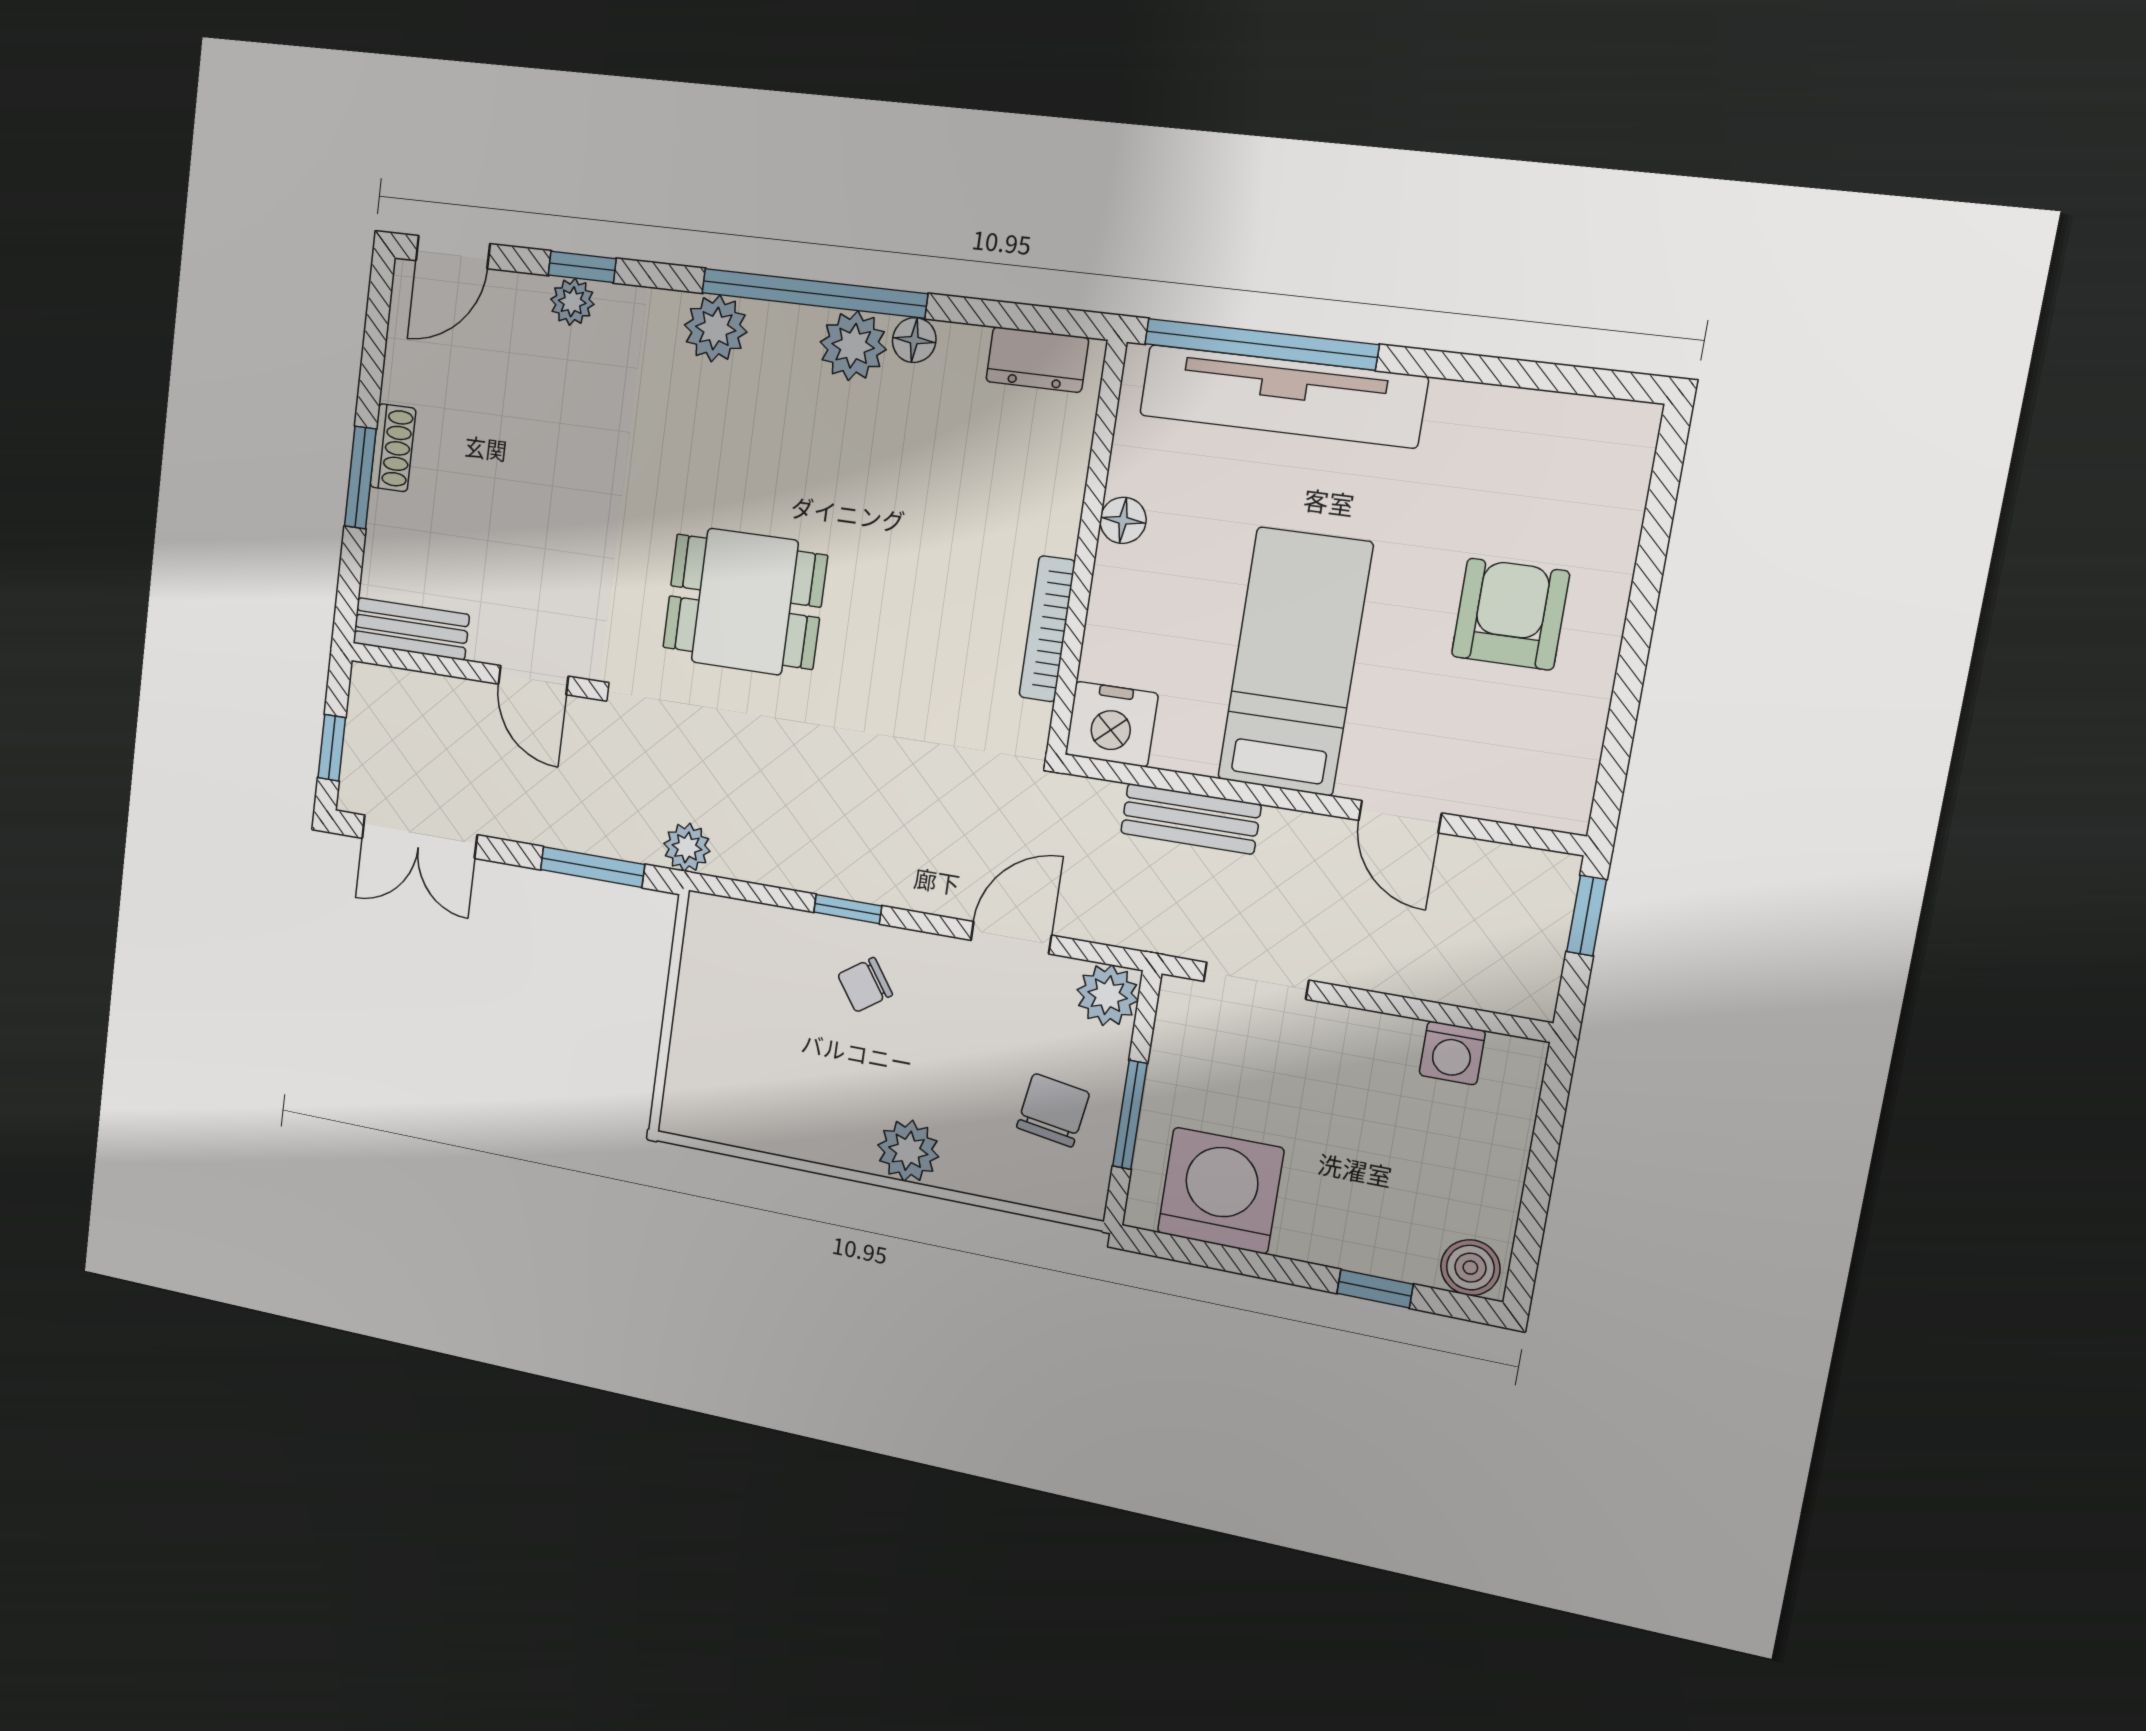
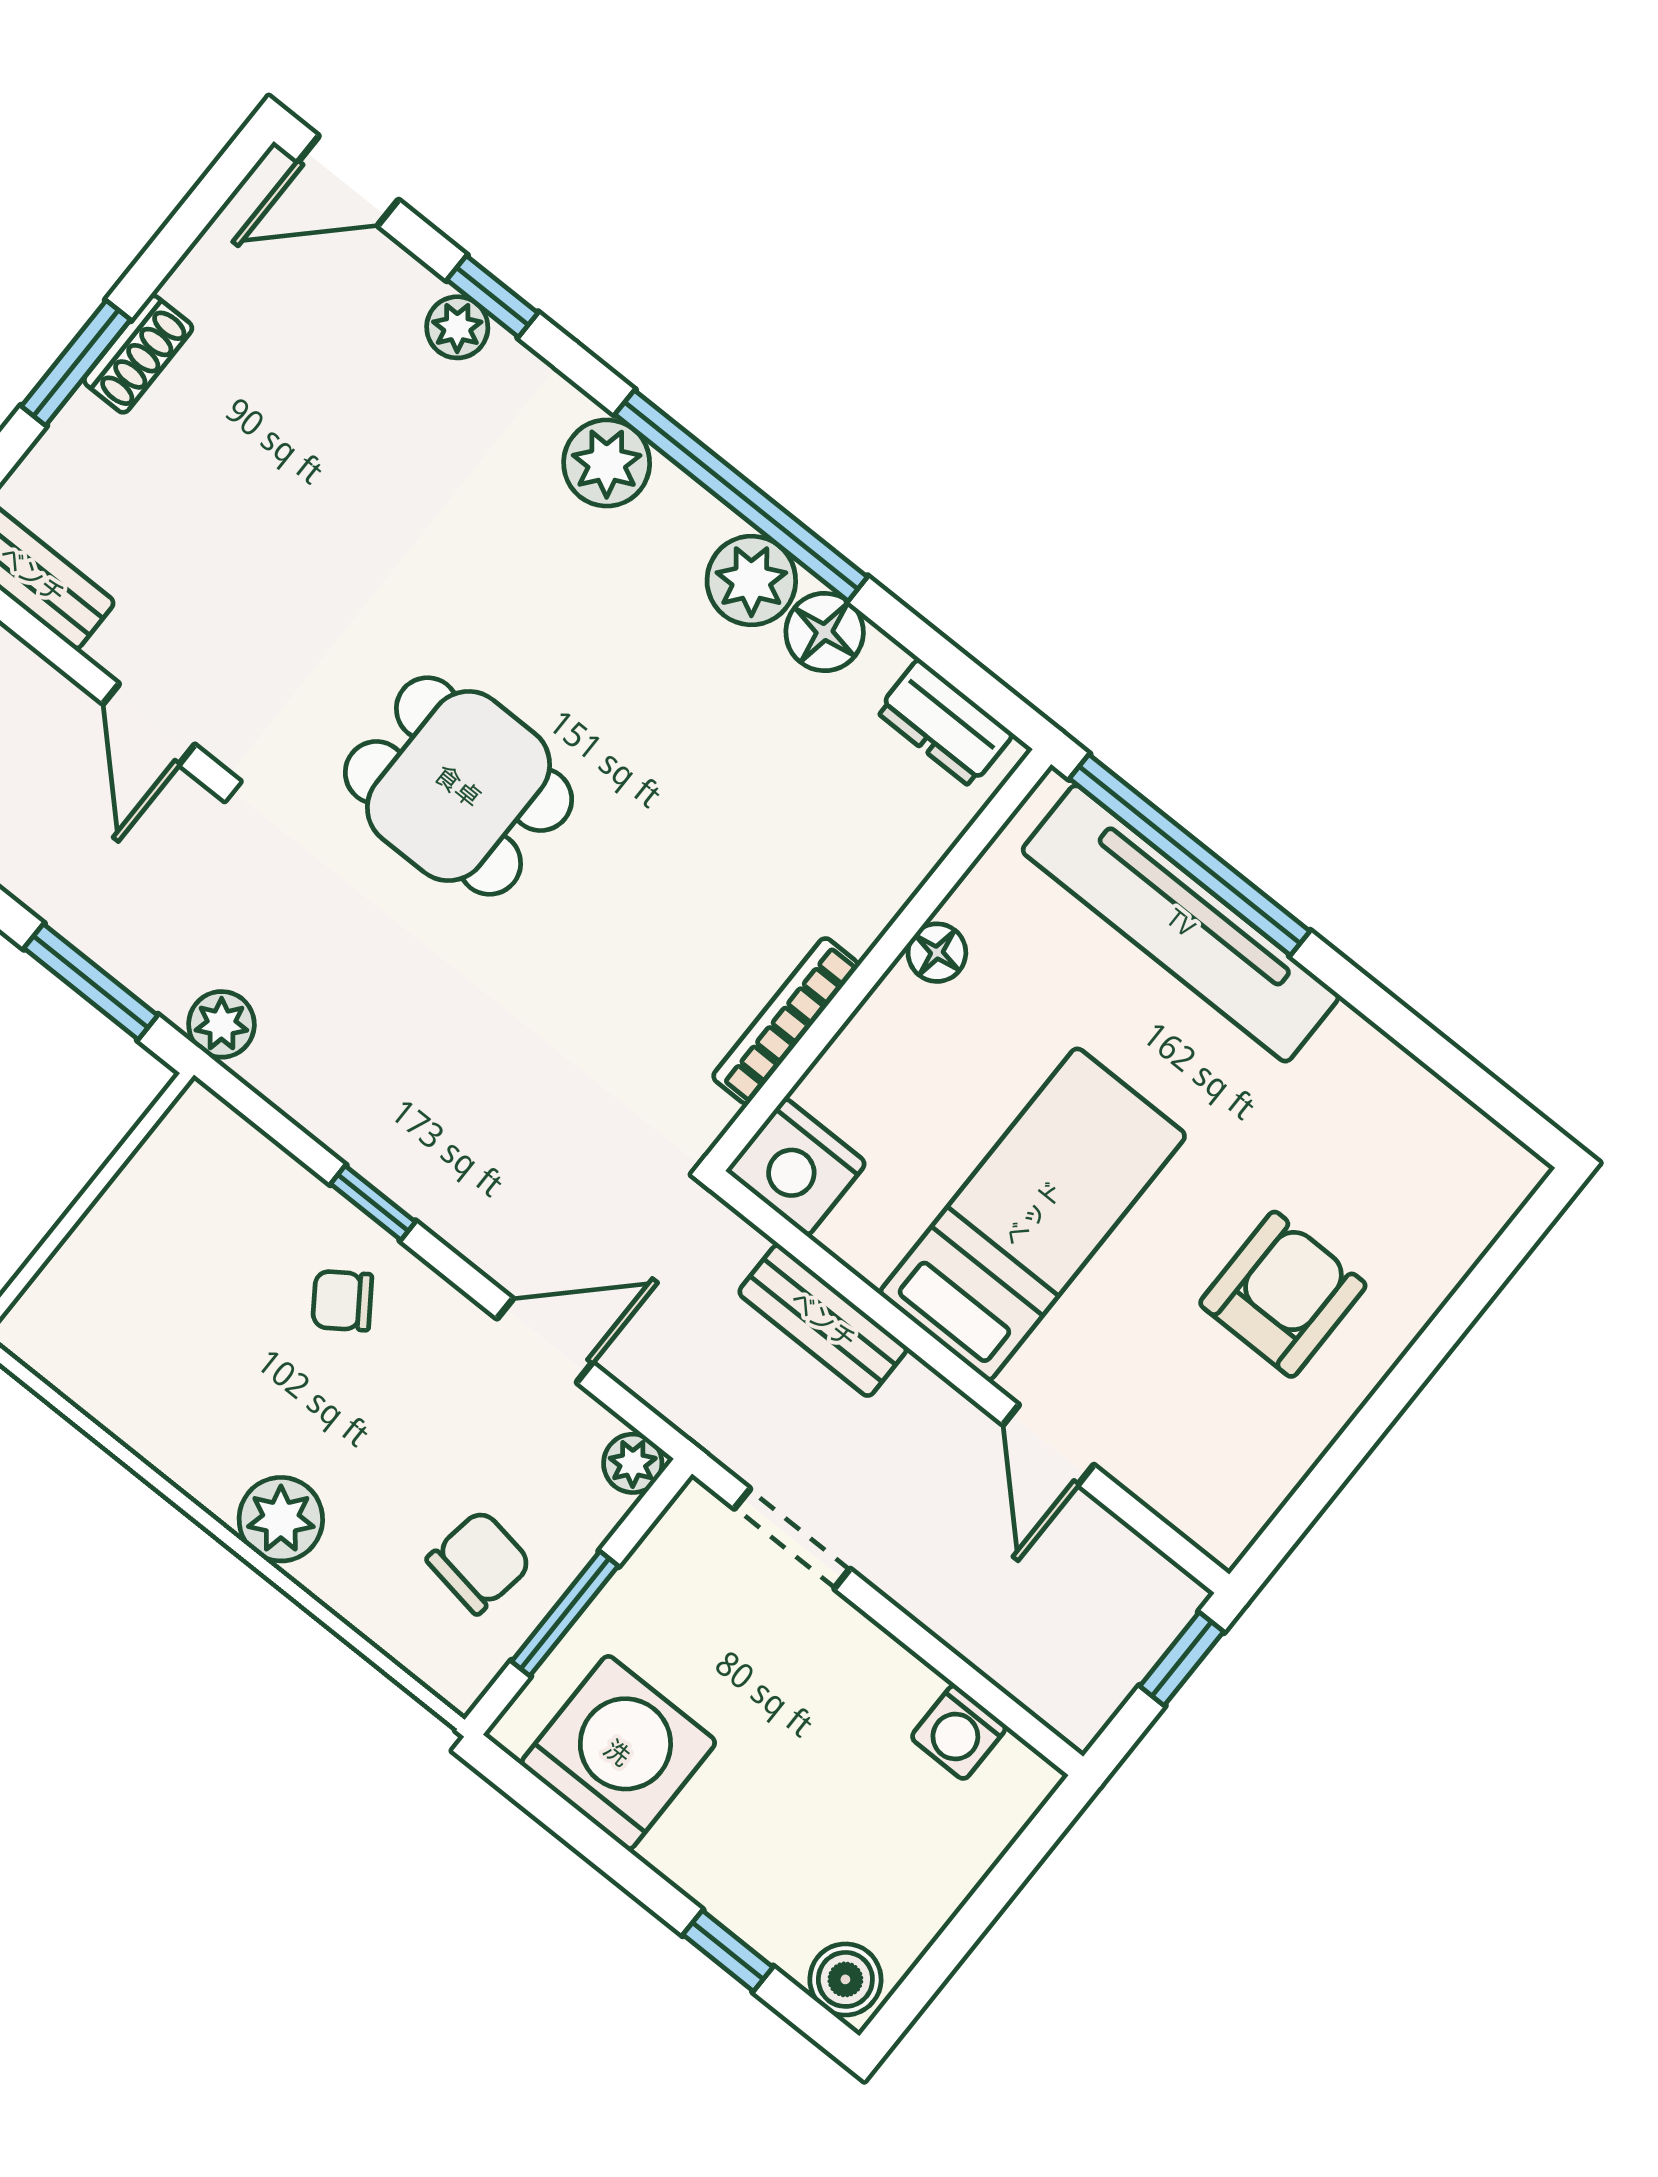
floor lamp: (914, 340) -> (825, 632), width x1.37, depth x1.37
plant: (1108, 995) -> (633, 1463), width x0.73, depth x0.73

